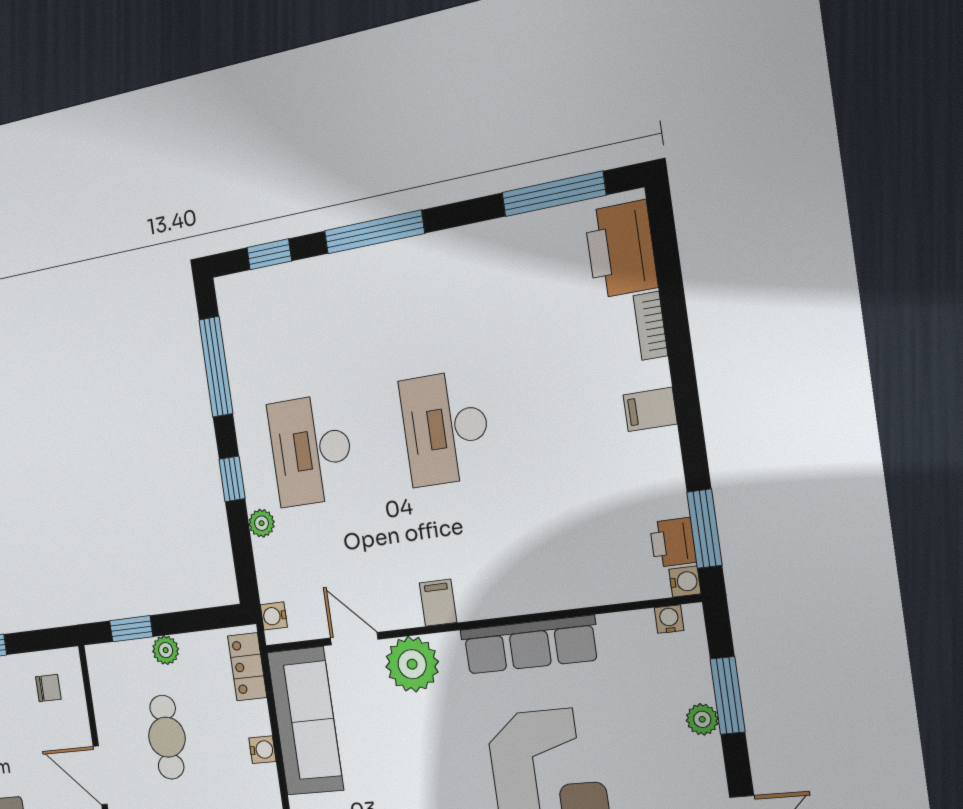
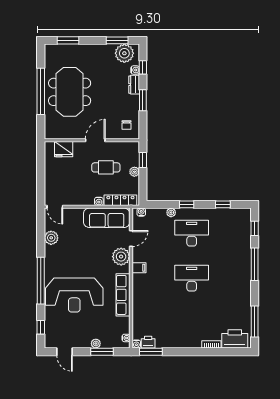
window: (216, 367) -> (223, 204), width x0.46
filing cabinet: (650, 409) -> (187, 341), removed
locker: (247, 667) -> (120, 200), width x1.53

